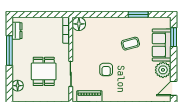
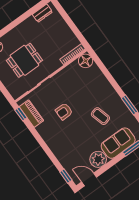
window: (9, 50) -> (21, 19), removed

